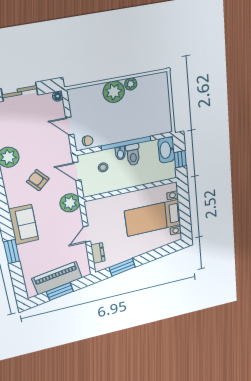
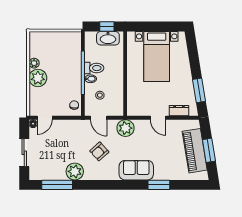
door: (70, 126) -> (45, 118), moved
washbasin: (166, 150) -> (108, 38), moved
door: (77, 171) -> (99, 118), hinge flipped

